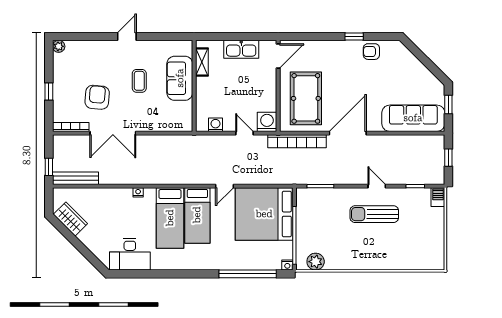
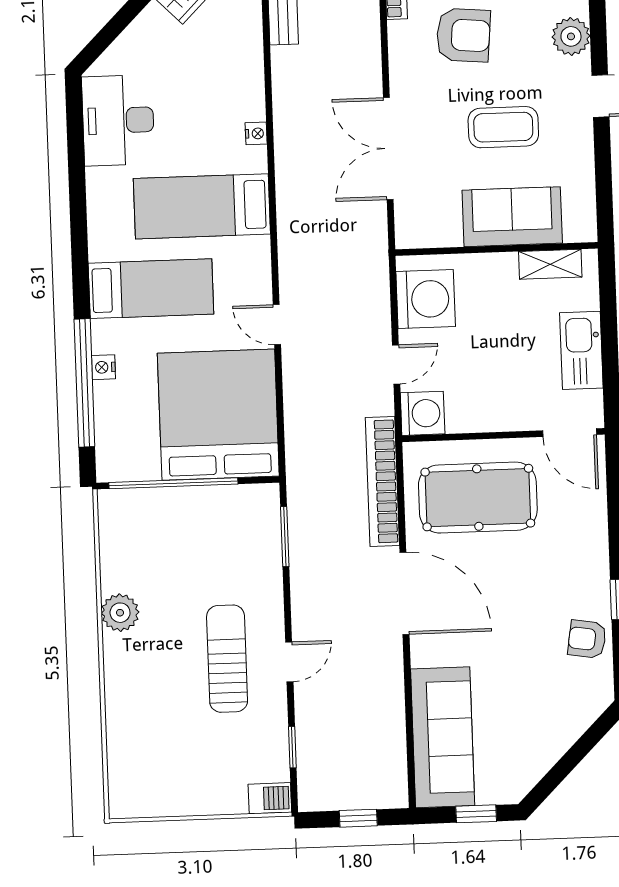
plant: (99, 49) -> (571, 36), added
armchair: (371, 52) -> (587, 639), turned -81
coffee table: (139, 81) -> (503, 127), width x1.36, depth x1.30
washing machine: (215, 125) -> (426, 299), width x1.89, depth x1.89
double door: (113, 133) -> (388, 148), moved
bed: (197, 215) -> (151, 289), moved, turned 180
plant: (316, 262) -> (120, 613), moved
nightstand: (287, 265) -> (104, 367), moved

